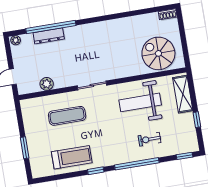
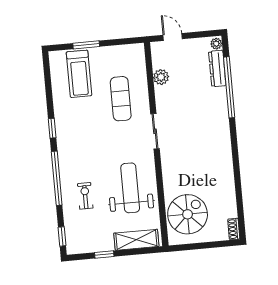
dresser: (49, 36) -> (217, 69), moved
treadmill: (72, 157) -> (79, 74), moved

